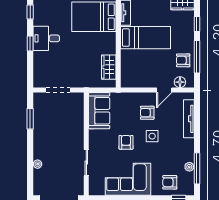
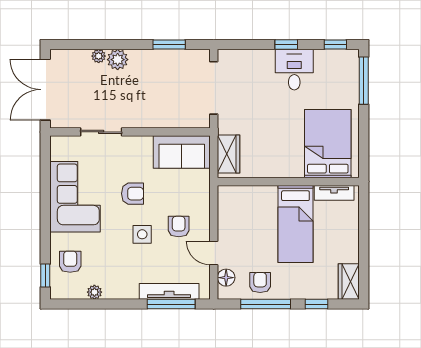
wardrobe: (109, 67) -> (229, 154), moved, turned 90
doorway: (58, 90) -> (214, 88), width x1.36
plant: (40, 152) -> (118, 60), added
window: (197, 168) -> (171, 304), moved

